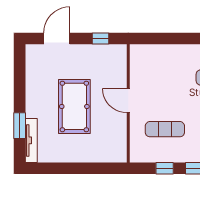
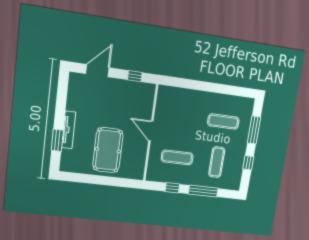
pool table: (74, 106) -> (108, 150), moved
tv unit: (31, 140) -> (69, 130), moved

